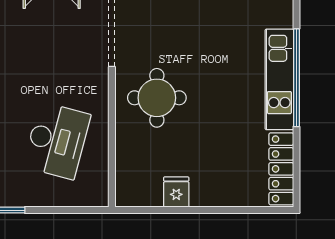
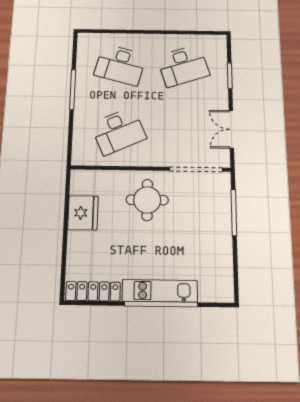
desk: (57, 141) -> (118, 131), turned -39
fridge: (176, 192) -> (83, 213), width x1.88, depth x1.34

